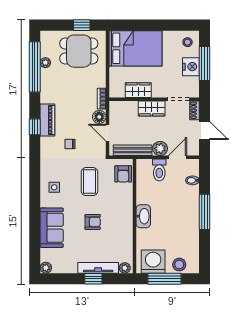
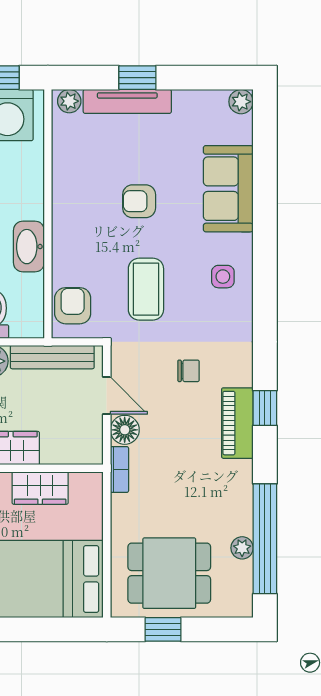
washbasin: (143, 216) -> (29, 247), moved

